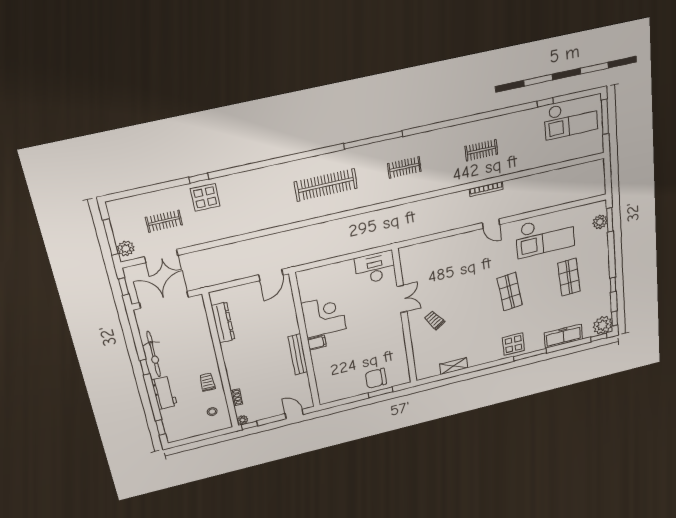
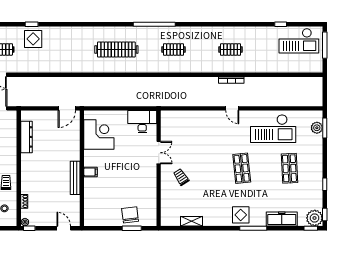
corner desk: (324, 316) -> (99, 135), moved
chair: (376, 378) -> (130, 215), turned 83

